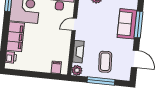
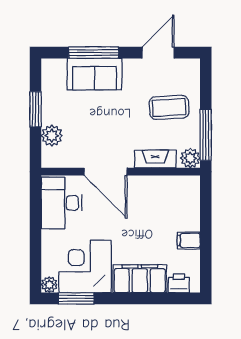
door: (74, 24) -> (106, 172), width x1.87
filing cabinet: (56, 67) -> (189, 240), moved
window: (101, 81) -> (206, 135), moved

